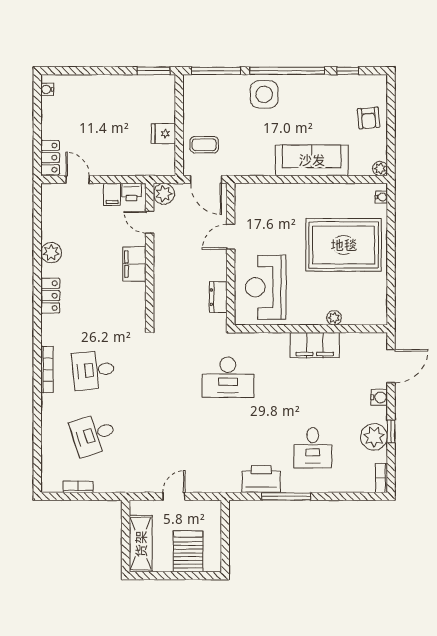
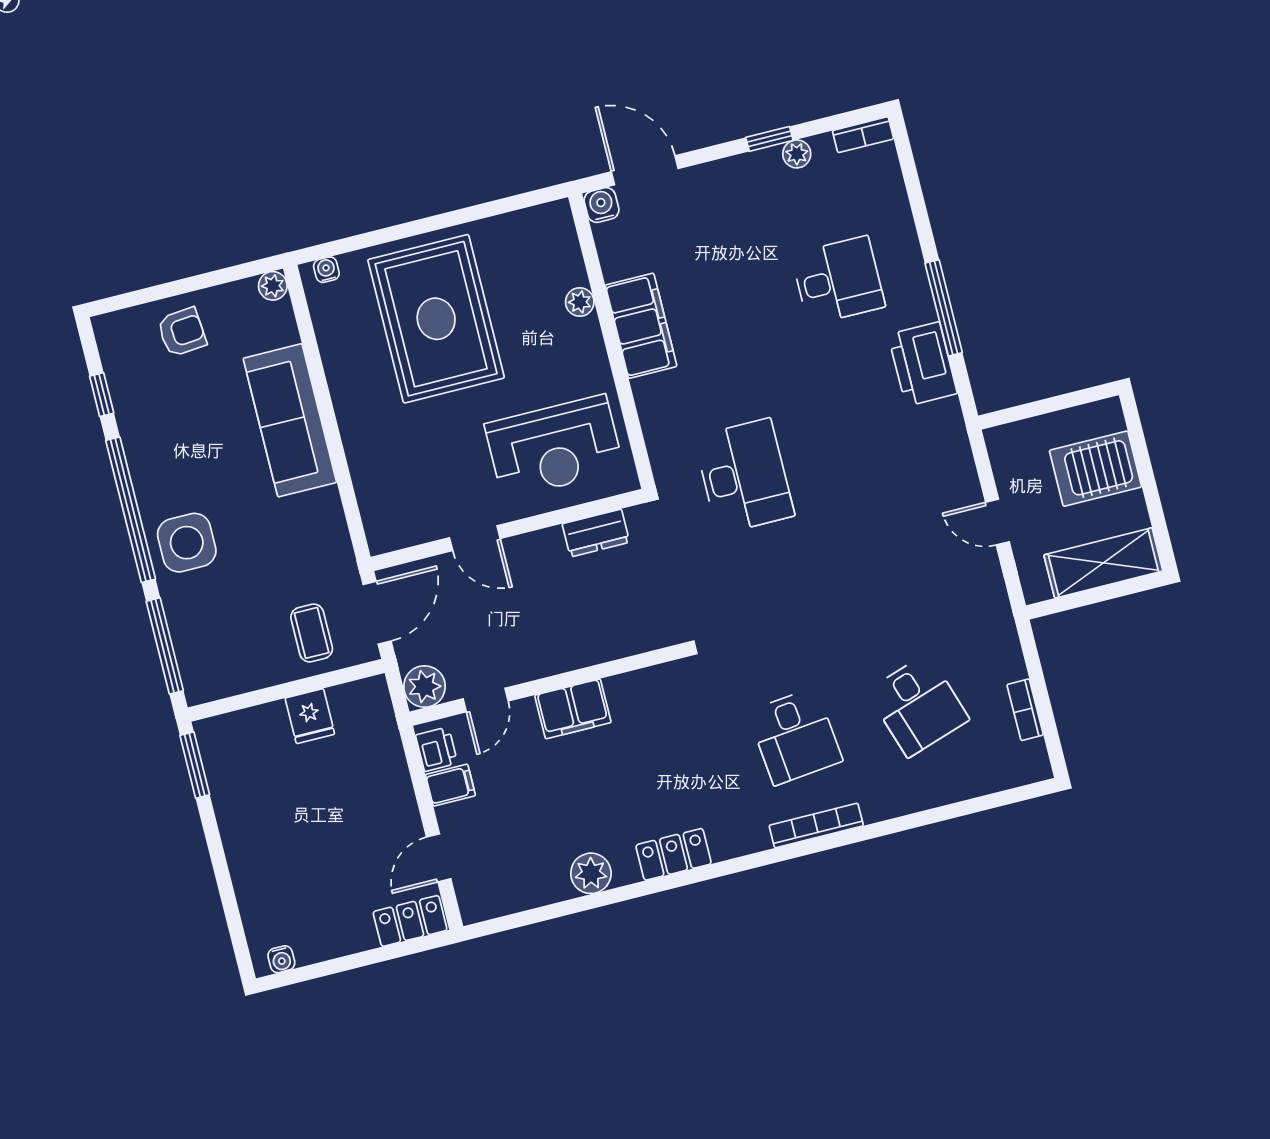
water cooler: (379, 397) -> (601, 205), moved
plant: (374, 437) -> (797, 154), width x0.53, depth x0.53

